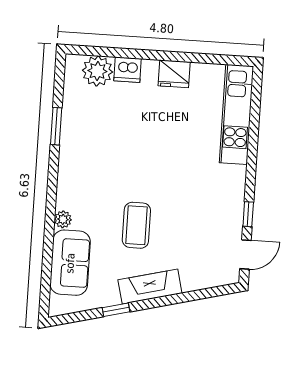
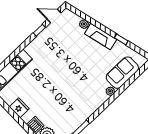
coffee table: (136, 225) -> (85, 64), removed
plant: (191, 283) -> (84, 24), added

